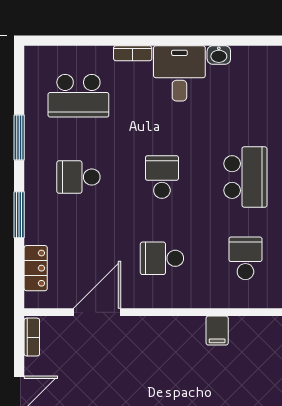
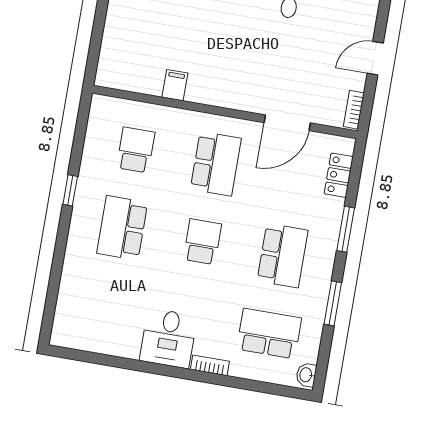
washbasin: (219, 55) -> (306, 375), moved, turned -90
school desk: (78, 177) -> (283, 256), width x1.85
school desk: (162, 177) -> (202, 242), turned 180
school desk: (162, 258) -> (216, 164), width x1.85
school desk: (245, 258) -> (136, 150), turned 180

